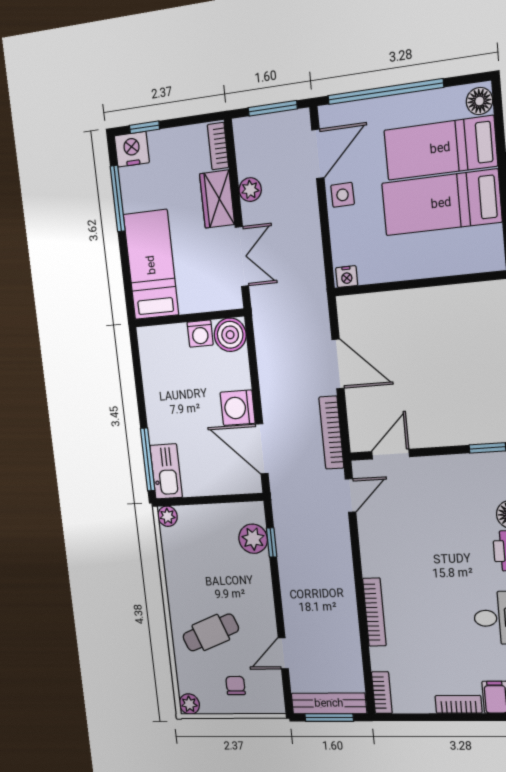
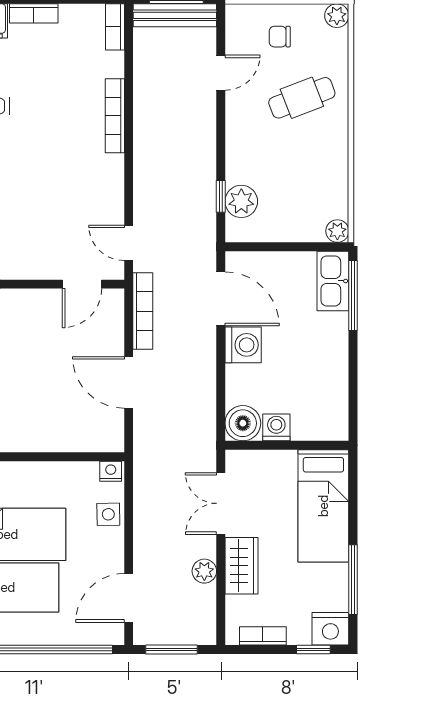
bookcase: (218, 146) -> (263, 636), moved, turned -90
side table: (343, 195) -> (108, 514), moved
door: (351, 496) -> (129, 243), hinge flipped
chair: (235, 686) -> (280, 37), turned 90

